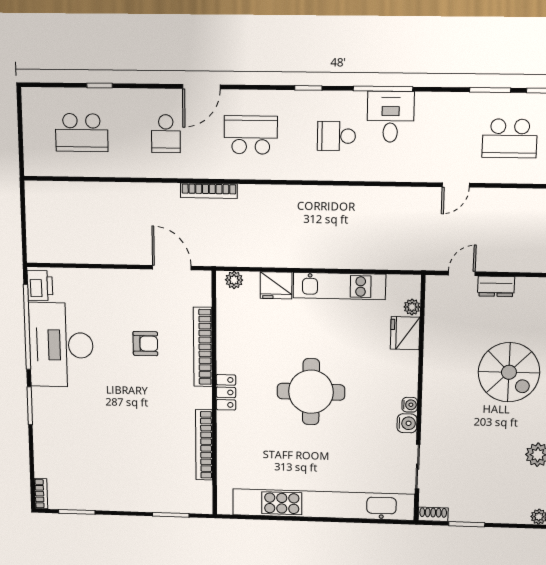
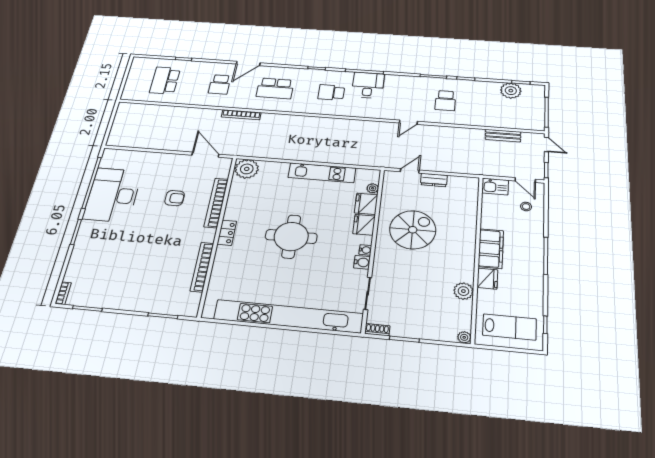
school desk: (82, 133) -> (165, 80), turned 90
school desk: (251, 135) -> (275, 88), turned 180
school desk: (510, 138) -> (445, 101), width x0.54
plant: (234, 280) -> (247, 169), width x1.88, depth x1.88
fridge: (276, 285) -> (364, 225), moved, turned 90
printer: (40, 286) -> (110, 159), removed
spiral stairs: (509, 372) -> (413, 230), moved, turned -90

